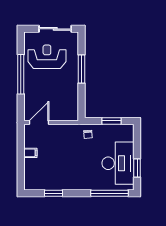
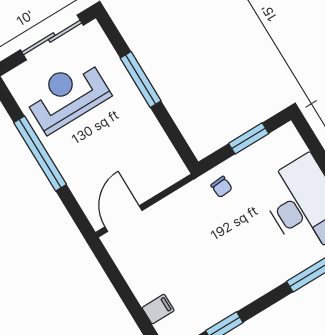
filing cabinet: (30, 153) -> (158, 309), moved

